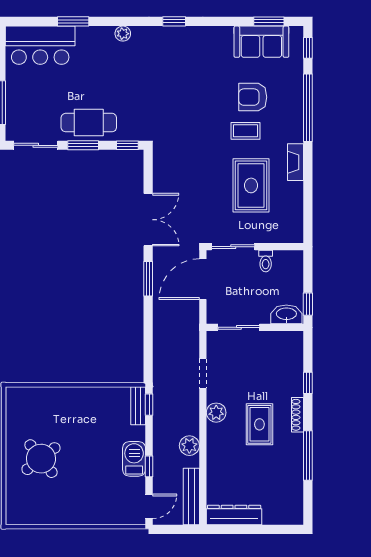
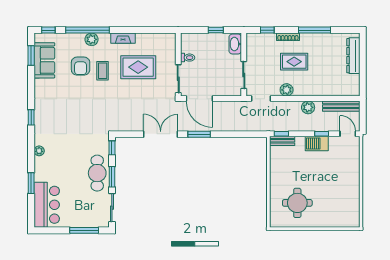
plant: (294, 114) -> (92, 39), added
washbasin: (286, 314) -> (235, 44), moved
sliding door: (239, 327) -> (244, 75), moved
wall: (255, 327) -> (244, 65), moved
round table: (41, 459) -> (297, 203), moved, turned 38
dresser: (234, 515) -> (353, 56), moved

